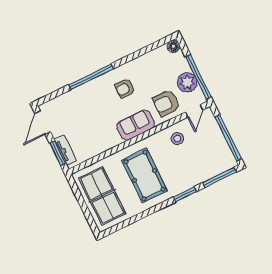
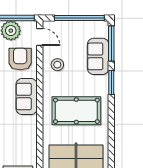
armchair: (166, 103) -> (20, 59), turned 180
sofa: (202, 171) -> (98, 56), added

